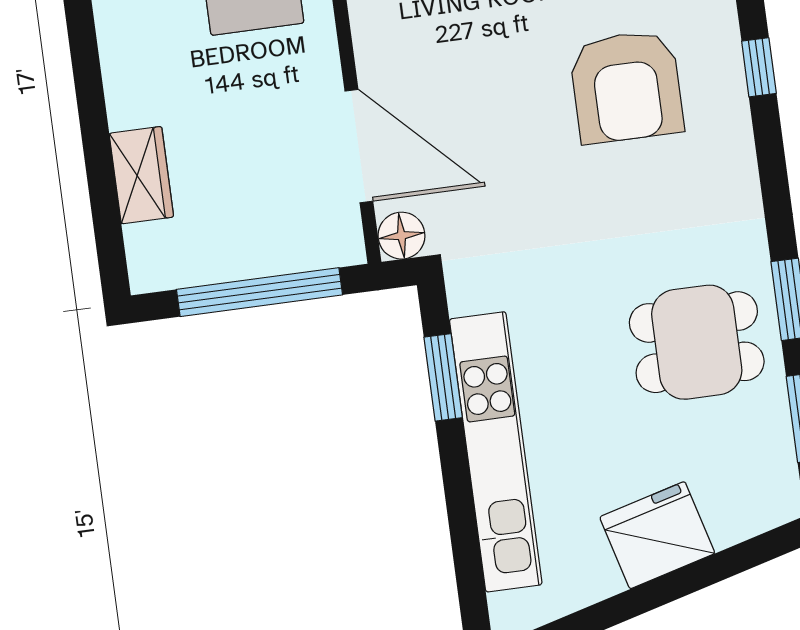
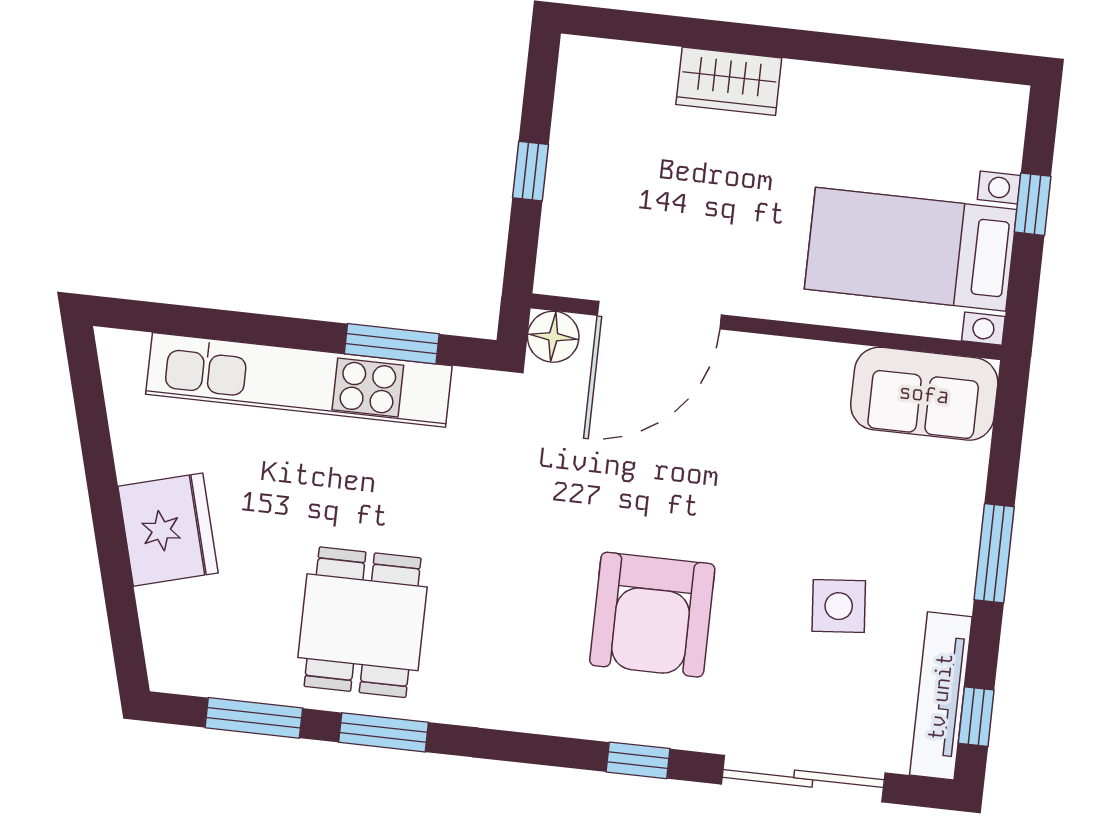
armchair: (626, 87) -> (652, 615), turned -90
wardrobe: (141, 175) -> (729, 81), moved
window: (259, 292) -> (531, 171), width x0.32

